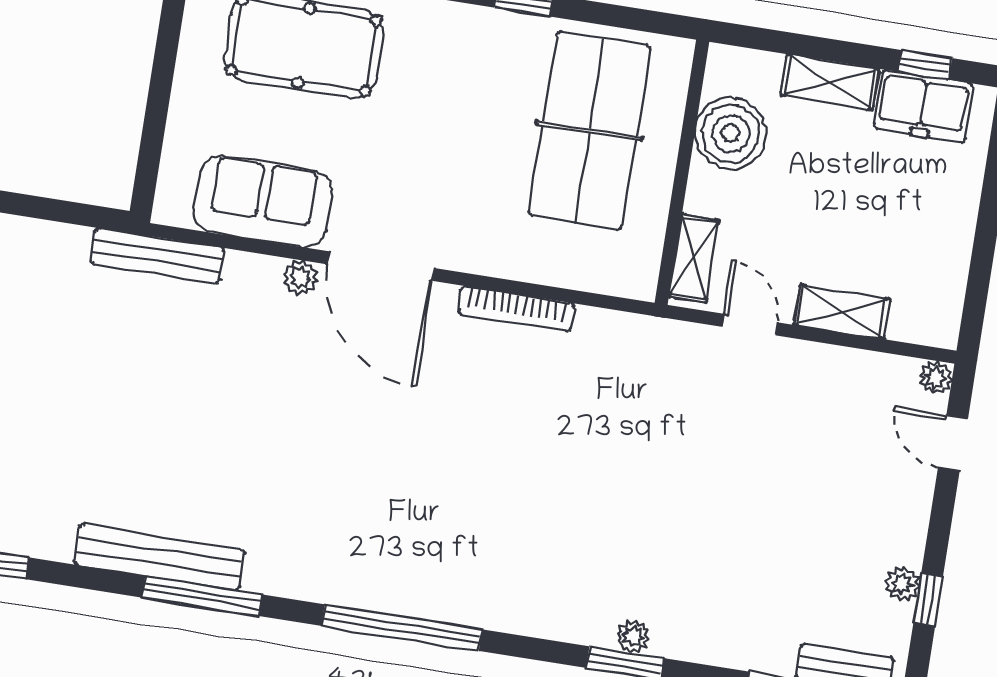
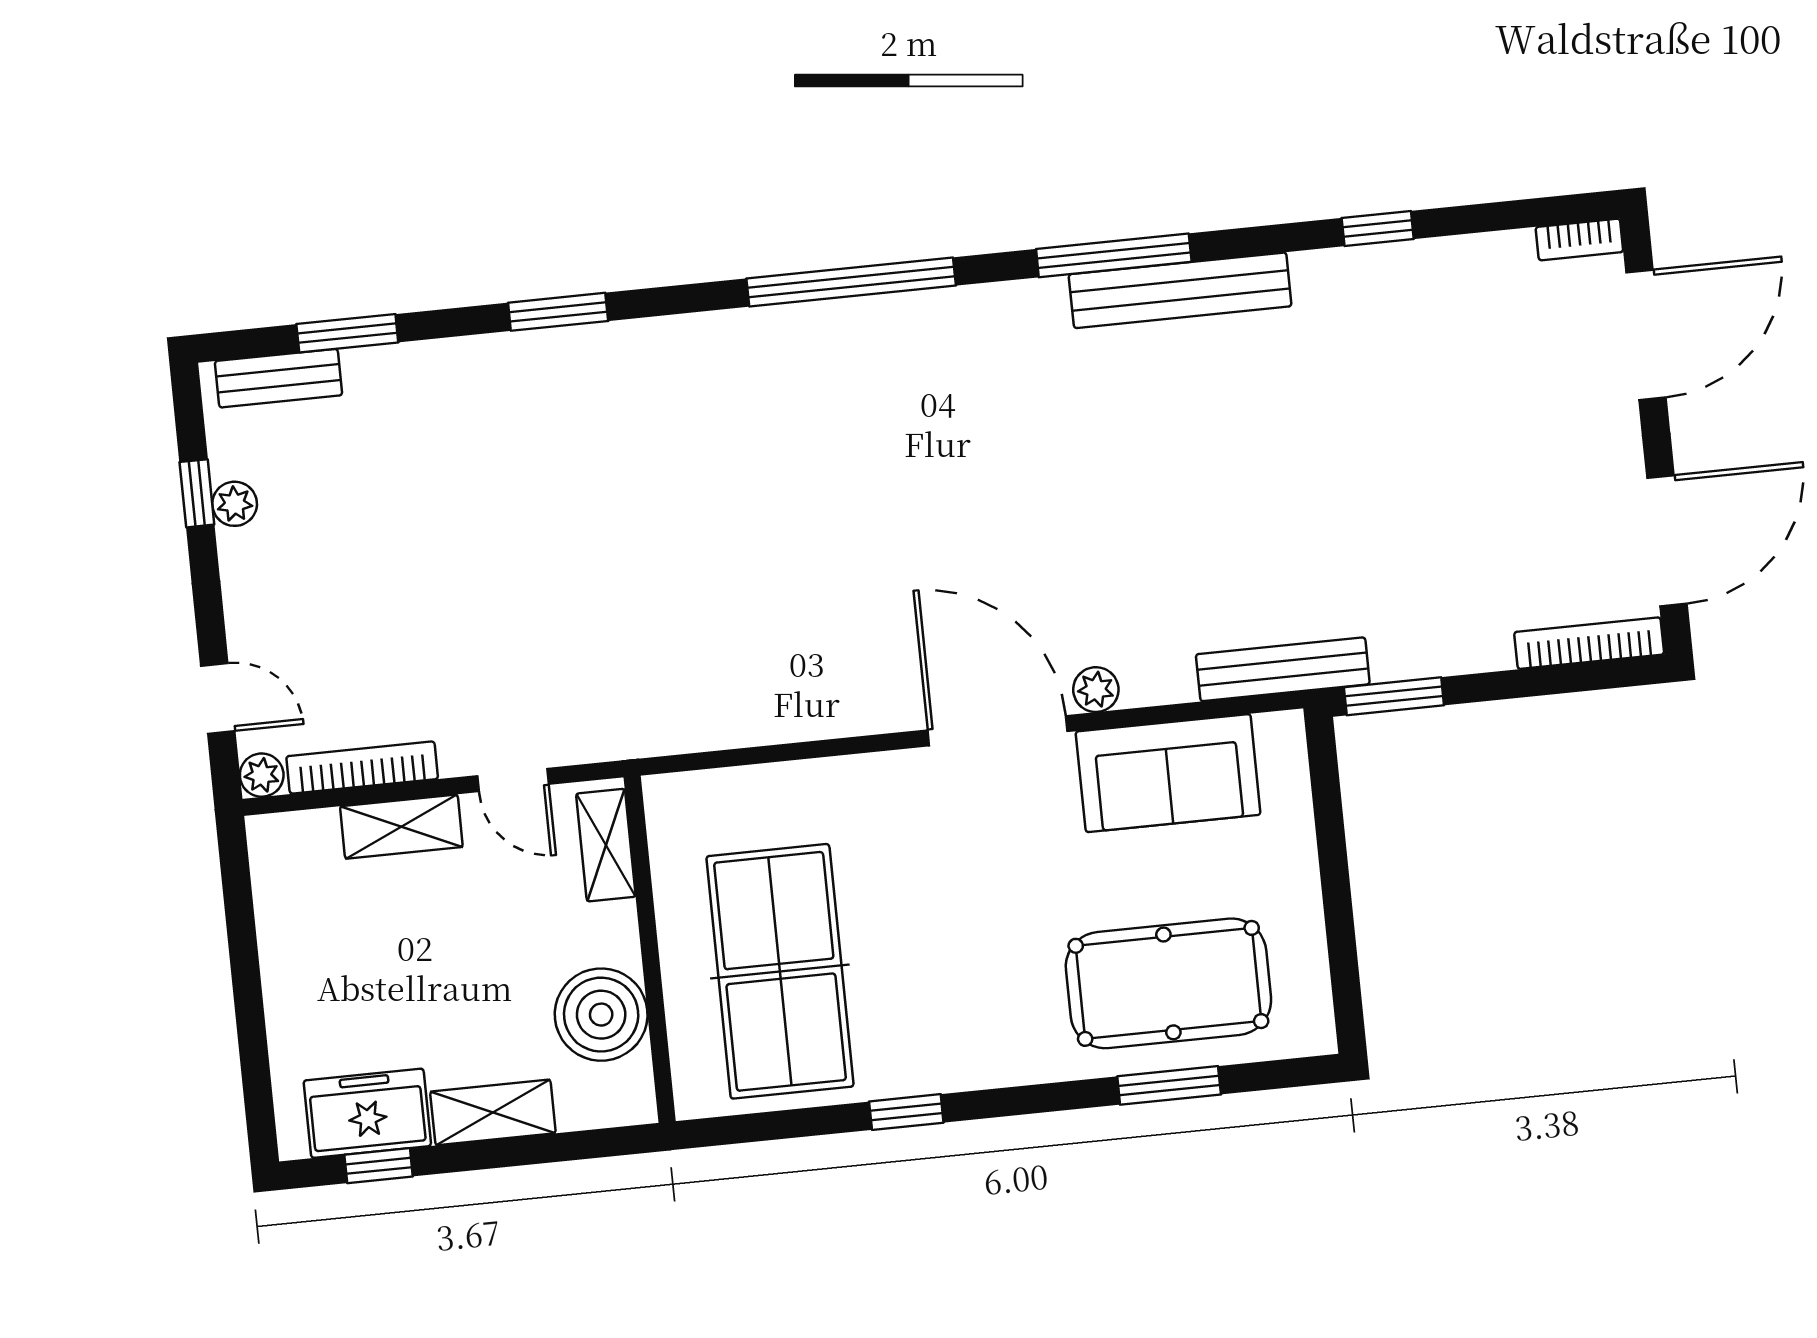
window: (80, 214) -> (1394, 696), added
bookcase: (516, 309) -> (362, 768), moved
plant: (633, 636) -> (557, 348), removed

